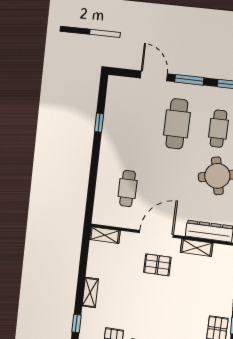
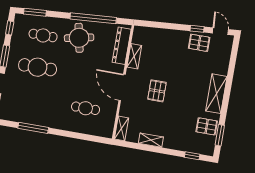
window: (99, 123) -> (33, 128), width x2.17
pallet: (157, 265) -> (157, 91), moved
shelving: (90, 292) -> (151, 140), moved

